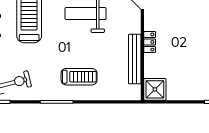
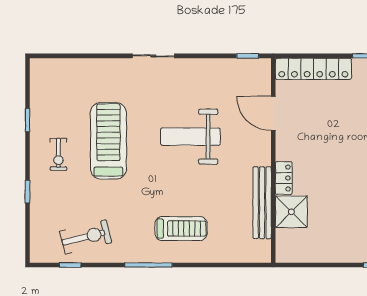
shower: (155, 89) -> (291, 212), moved

